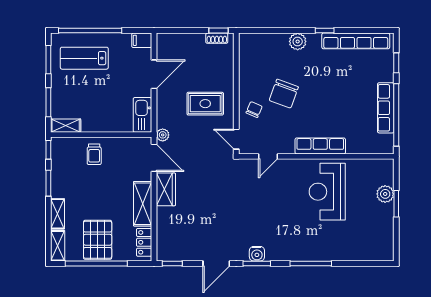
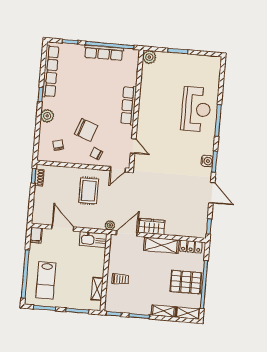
chair: (261, 59) -> (58, 145), added
shelving: (66, 126) -> (97, 289), moved
reception desk: (327, 192) -> (196, 109), moved, turned -90
plant: (385, 194) -> (149, 57), moved

